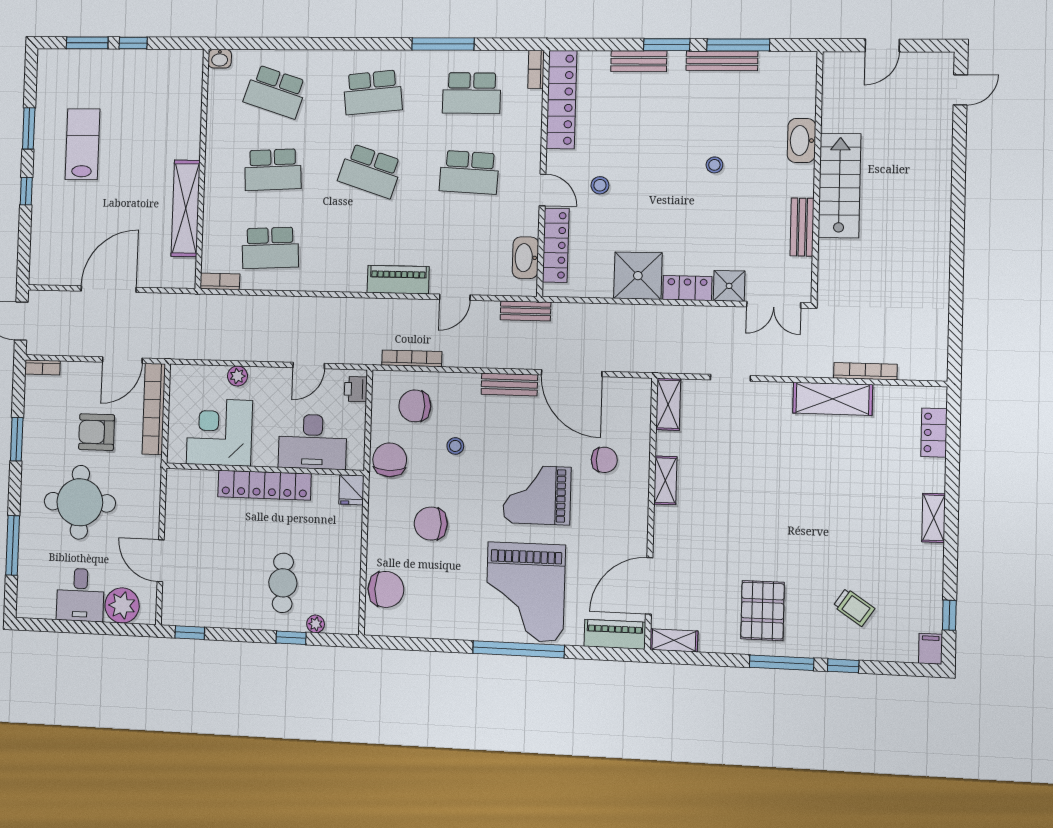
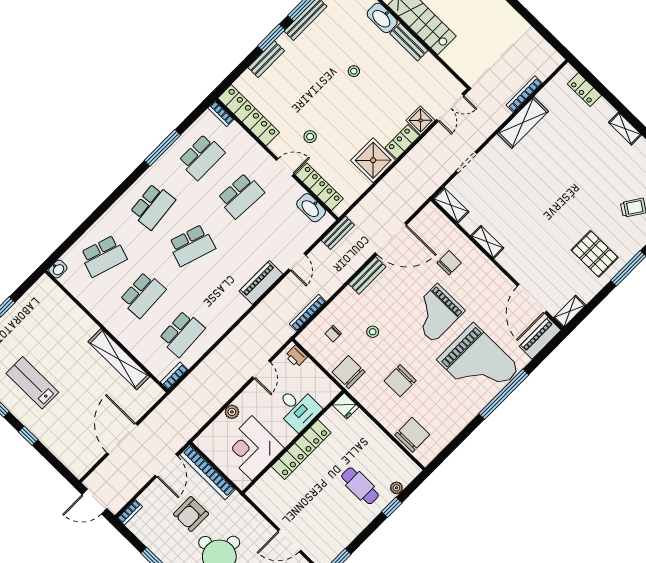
bench: (802, 227) -> (409, 42), moved
chair: (415, 406) -> (333, 334), width x0.54, depth x0.54
desk: (312, 442) -> (298, 408), width x0.73

